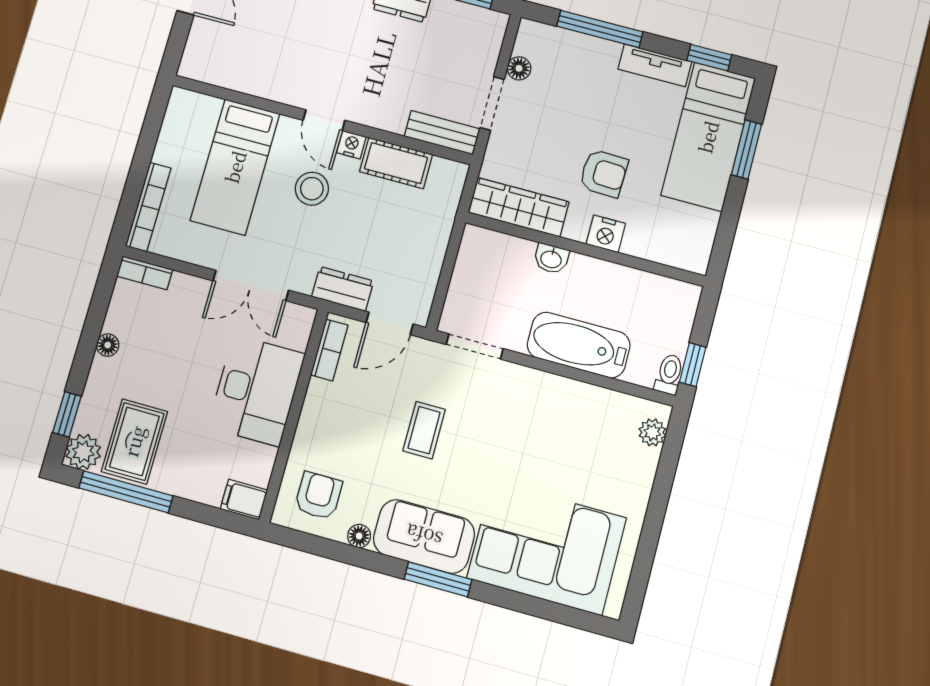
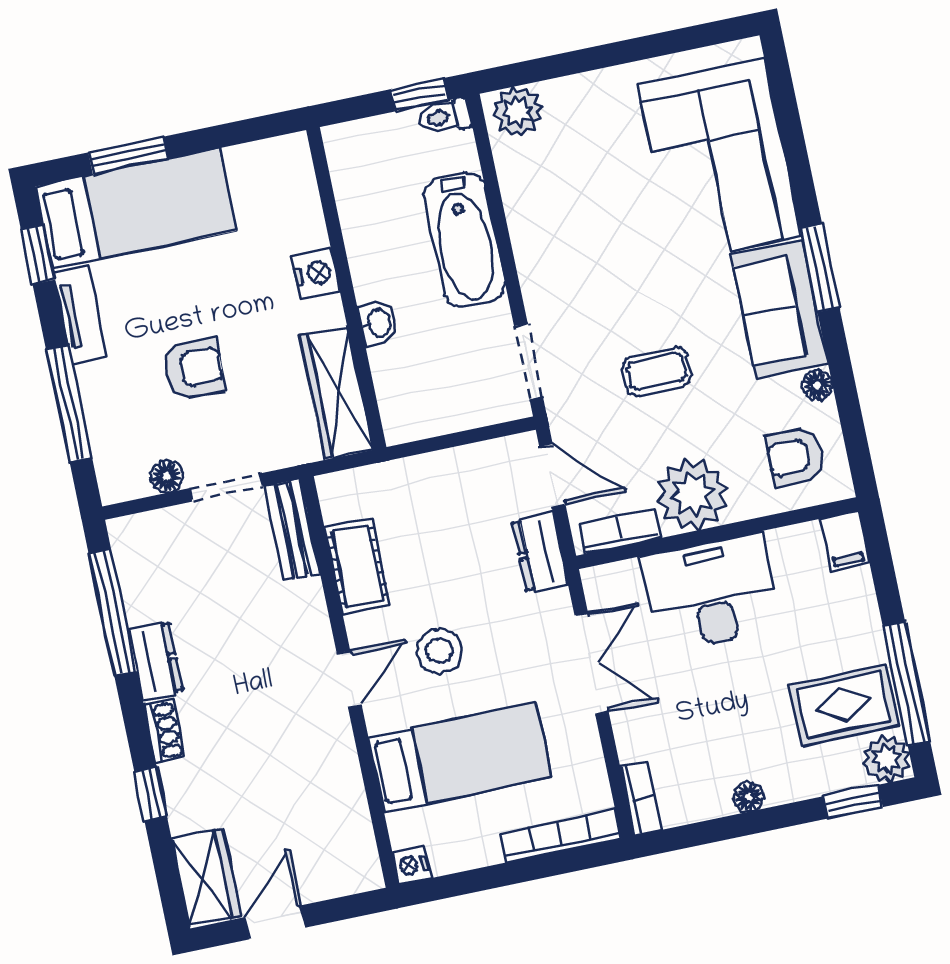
nightstand: (351, 145) -> (411, 865), moved
armchair: (604, 173) -> (194, 369), moved, turned 88
plant: (329, 412) -> (692, 494), added
plant: (652, 432) -> (518, 111), width x1.38, depth x1.38

